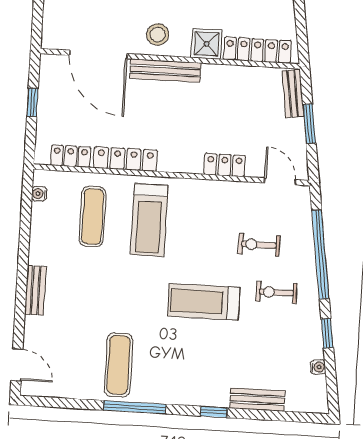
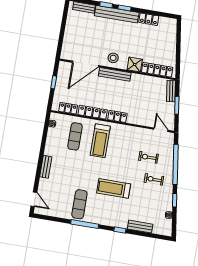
door: (98, 54) -> (86, 64), hinge flipped
locker: (225, 165) -> (117, 116), moved
treadmill: (204, 302) -> (114, 188), moved

